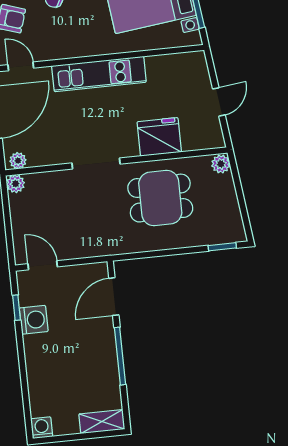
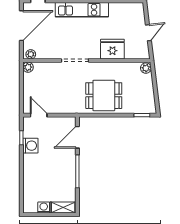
dining table: (160, 198) -> (104, 96), moved
washing machine: (42, 428) -> (44, 207), moved

